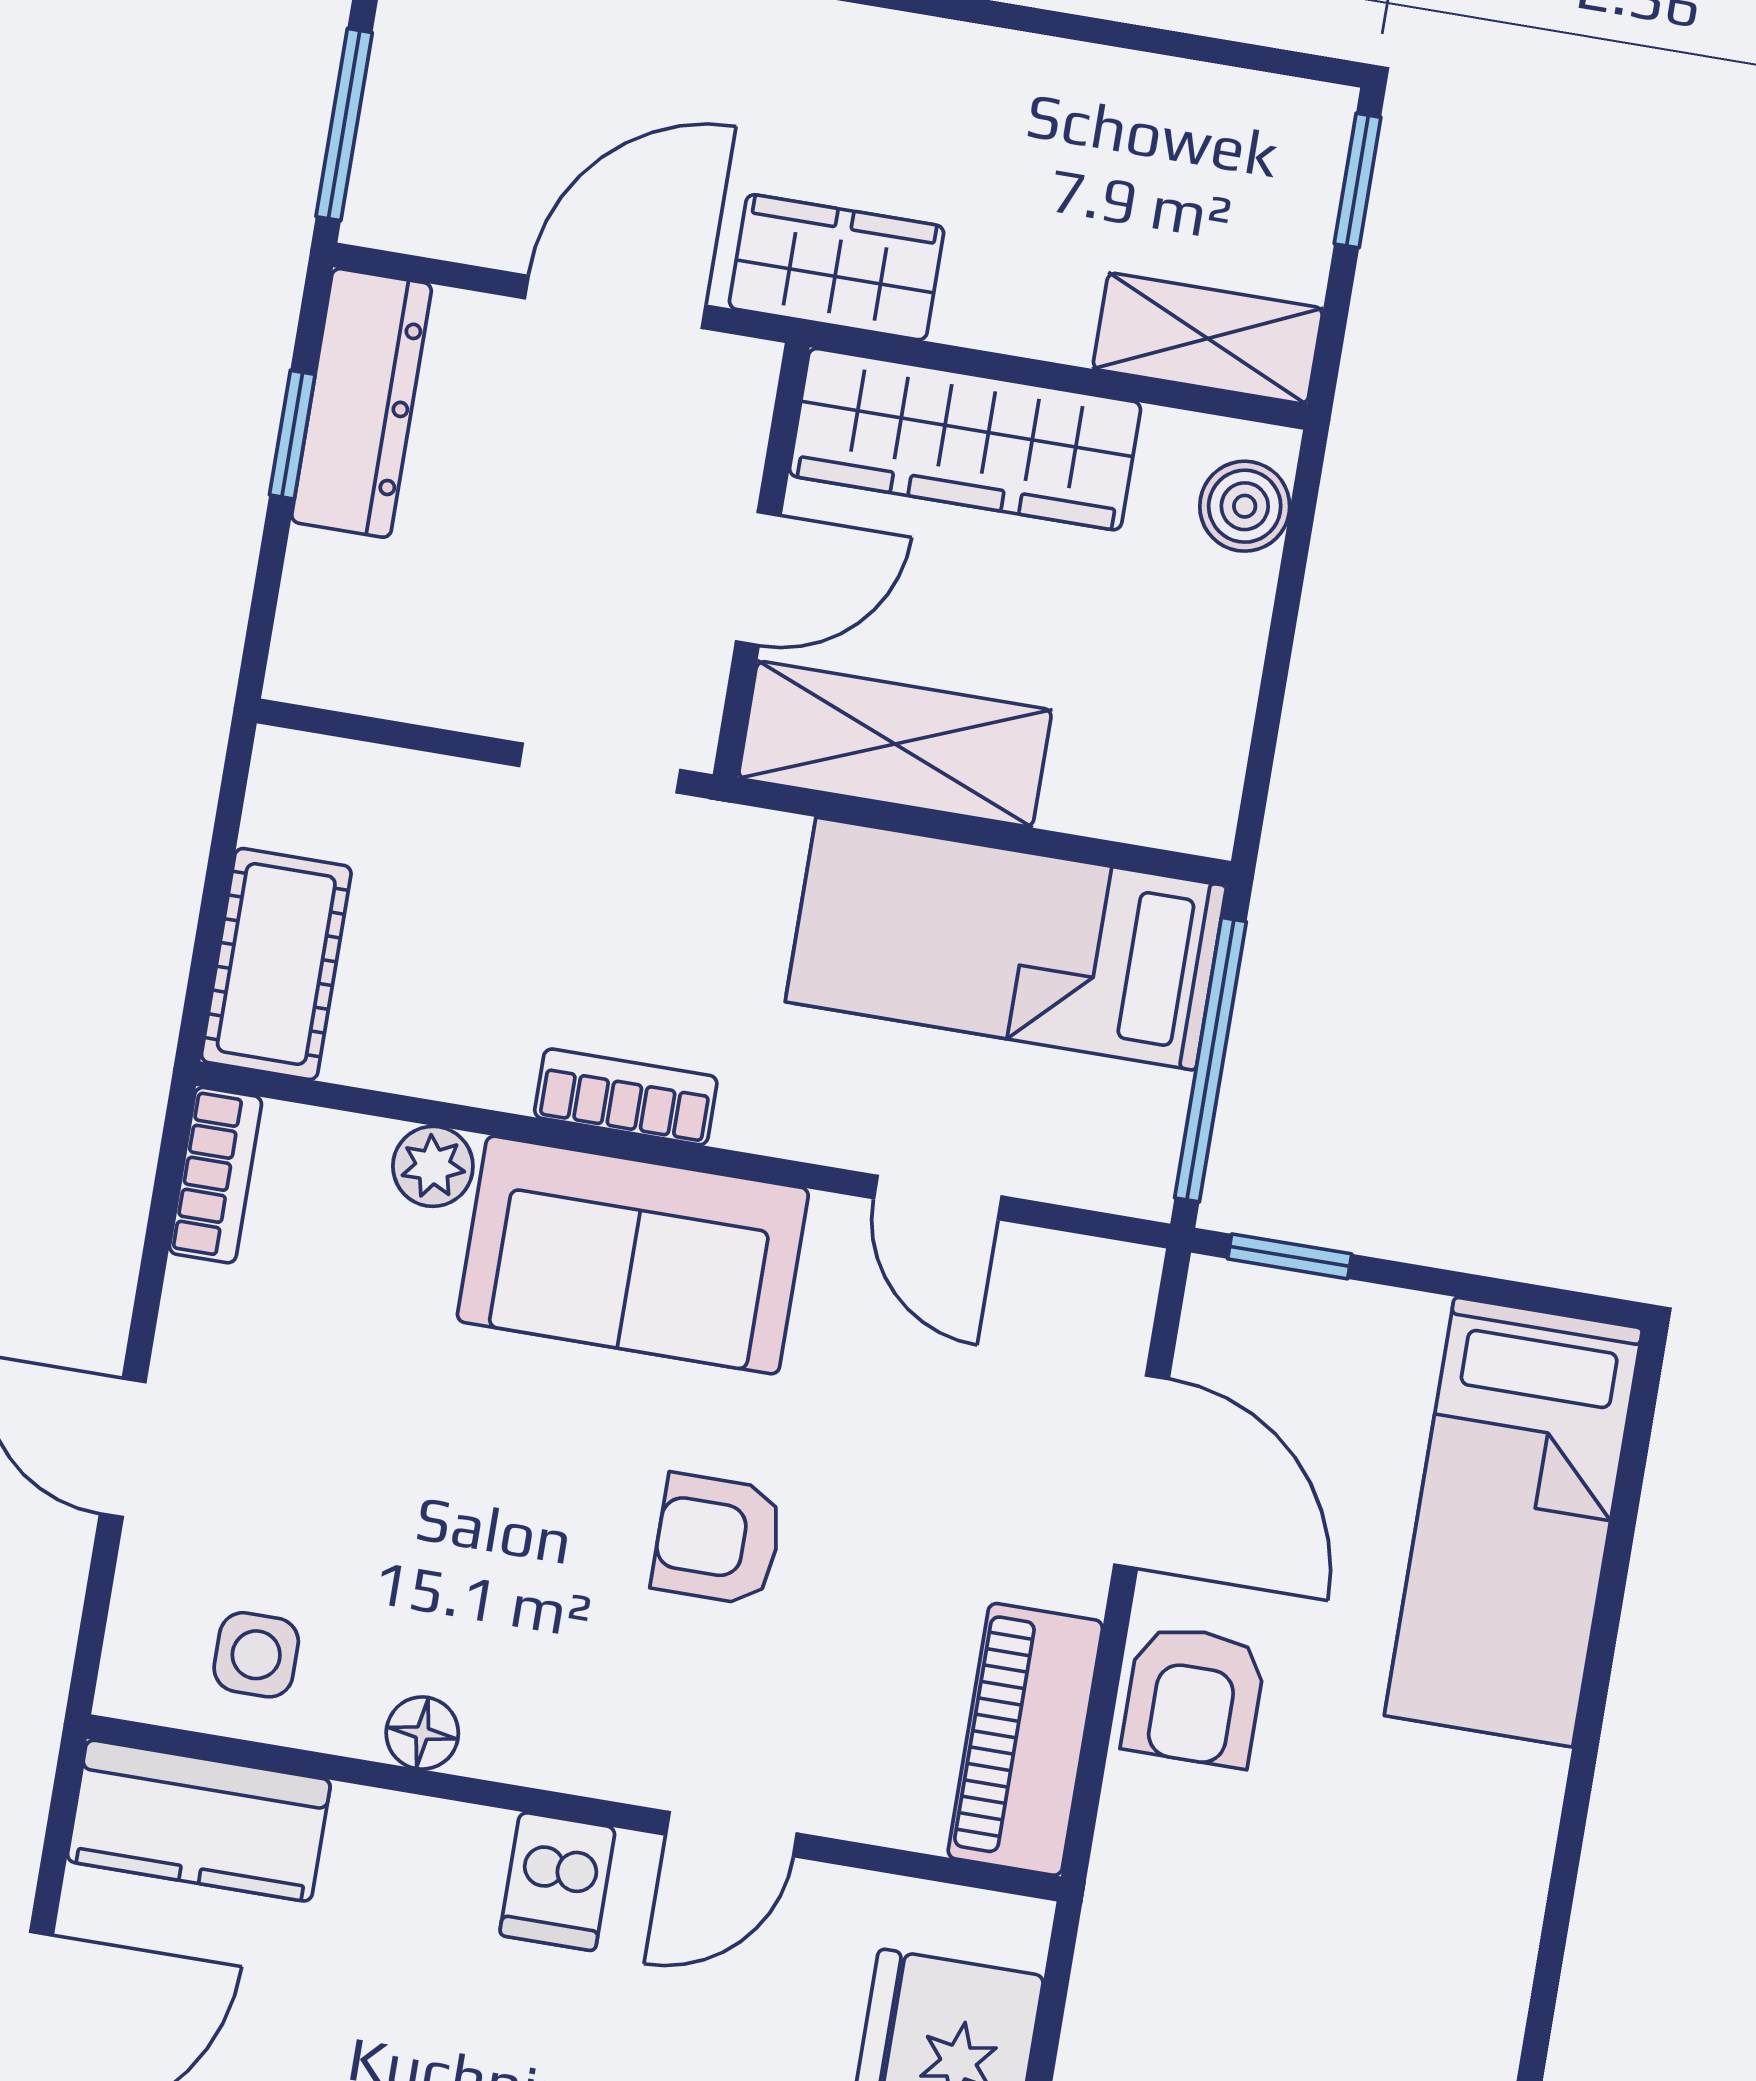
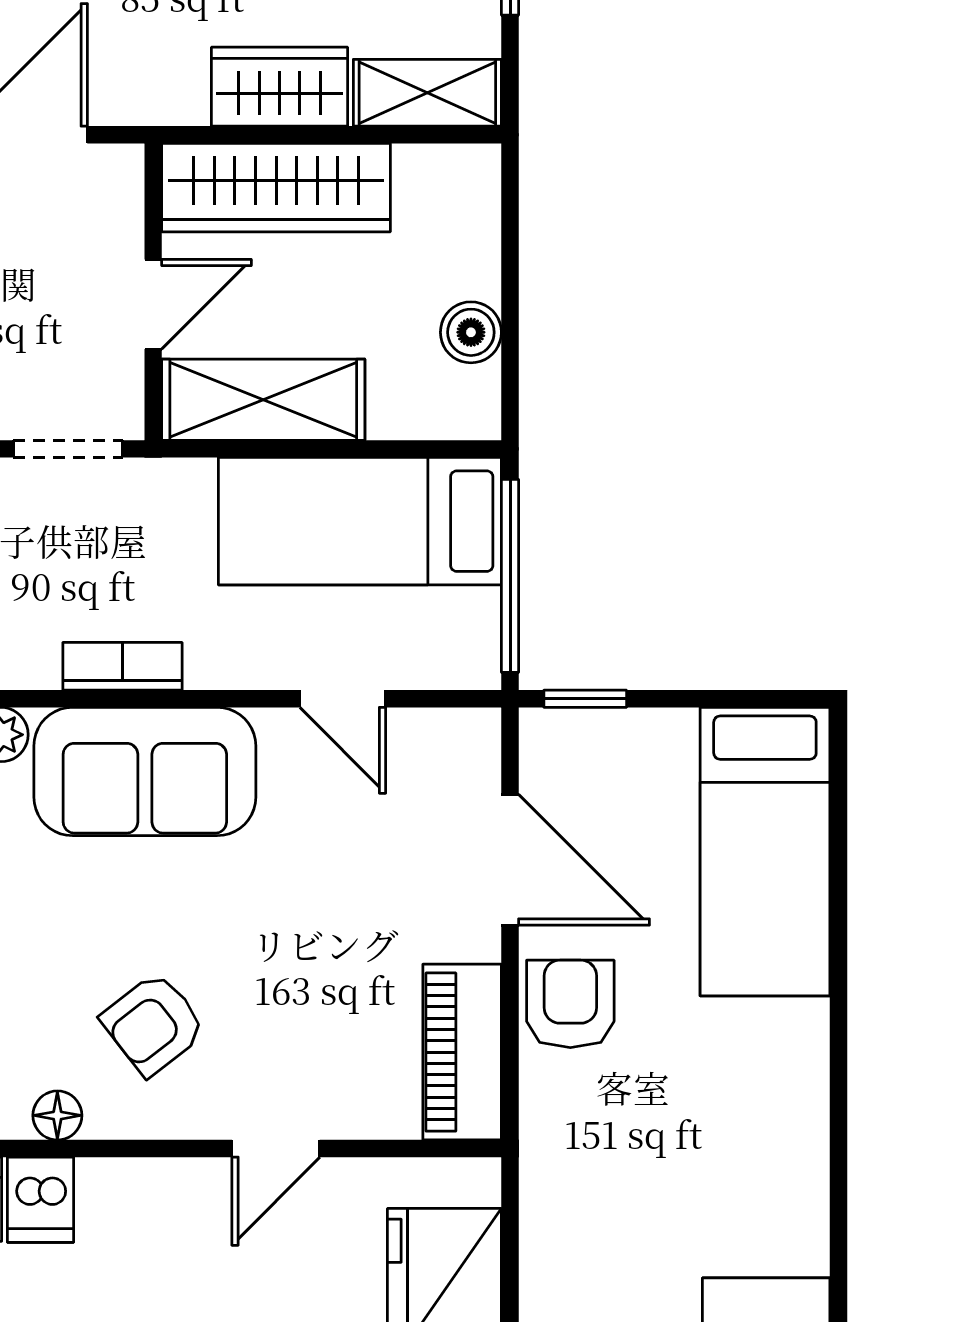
wardrobe: (837, 267) -> (280, 87), moved
boiler: (1245, 506) -> (471, 332), moved
armchair: (718, 1539) -> (153, 1024), moved, turned -38
armchair: (1194, 1696) -> (570, 1004), turned 180
dishwasher: (558, 1881) -> (41, 1200), moved

